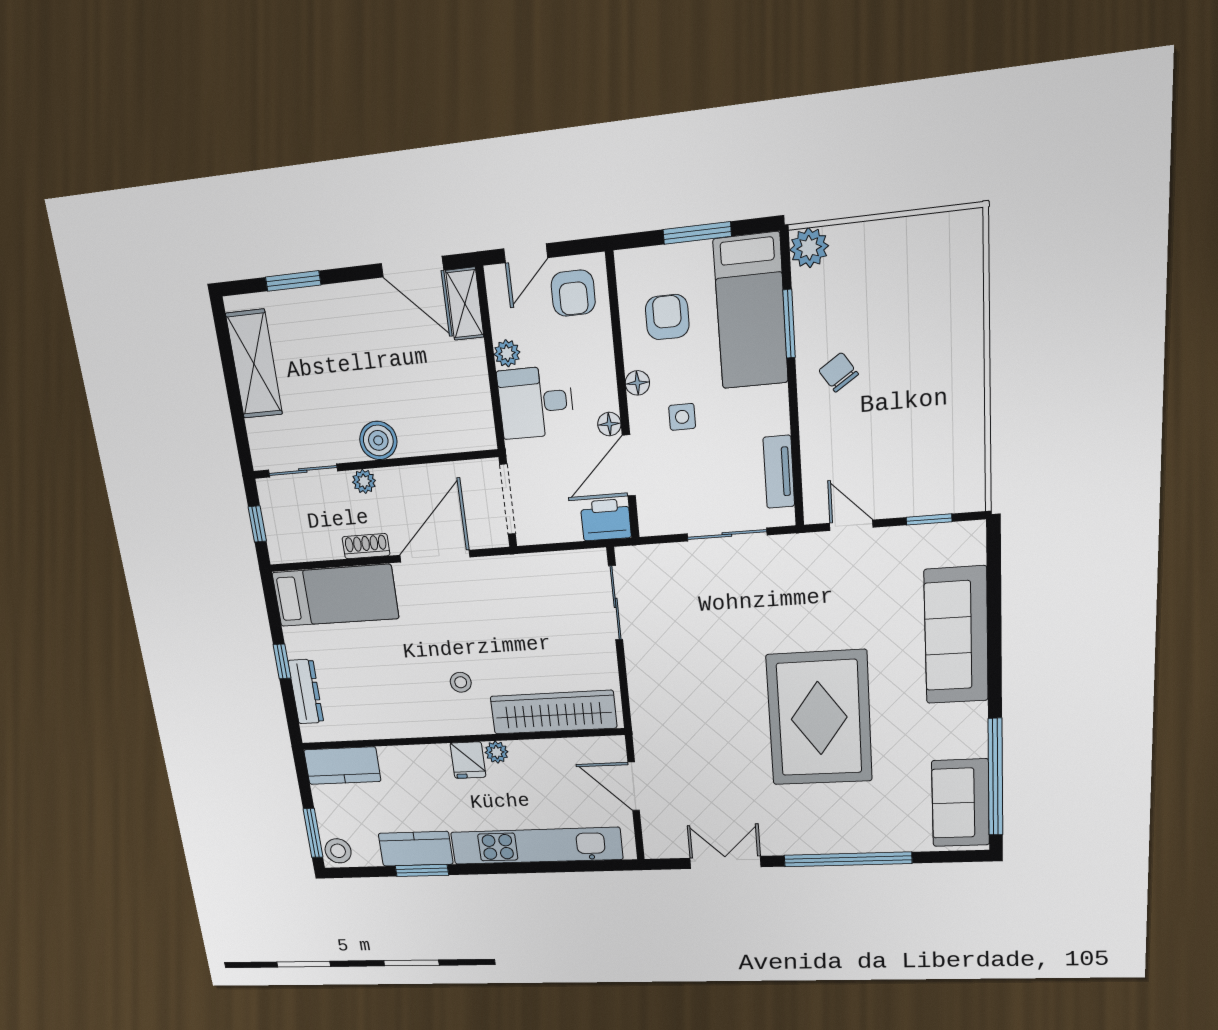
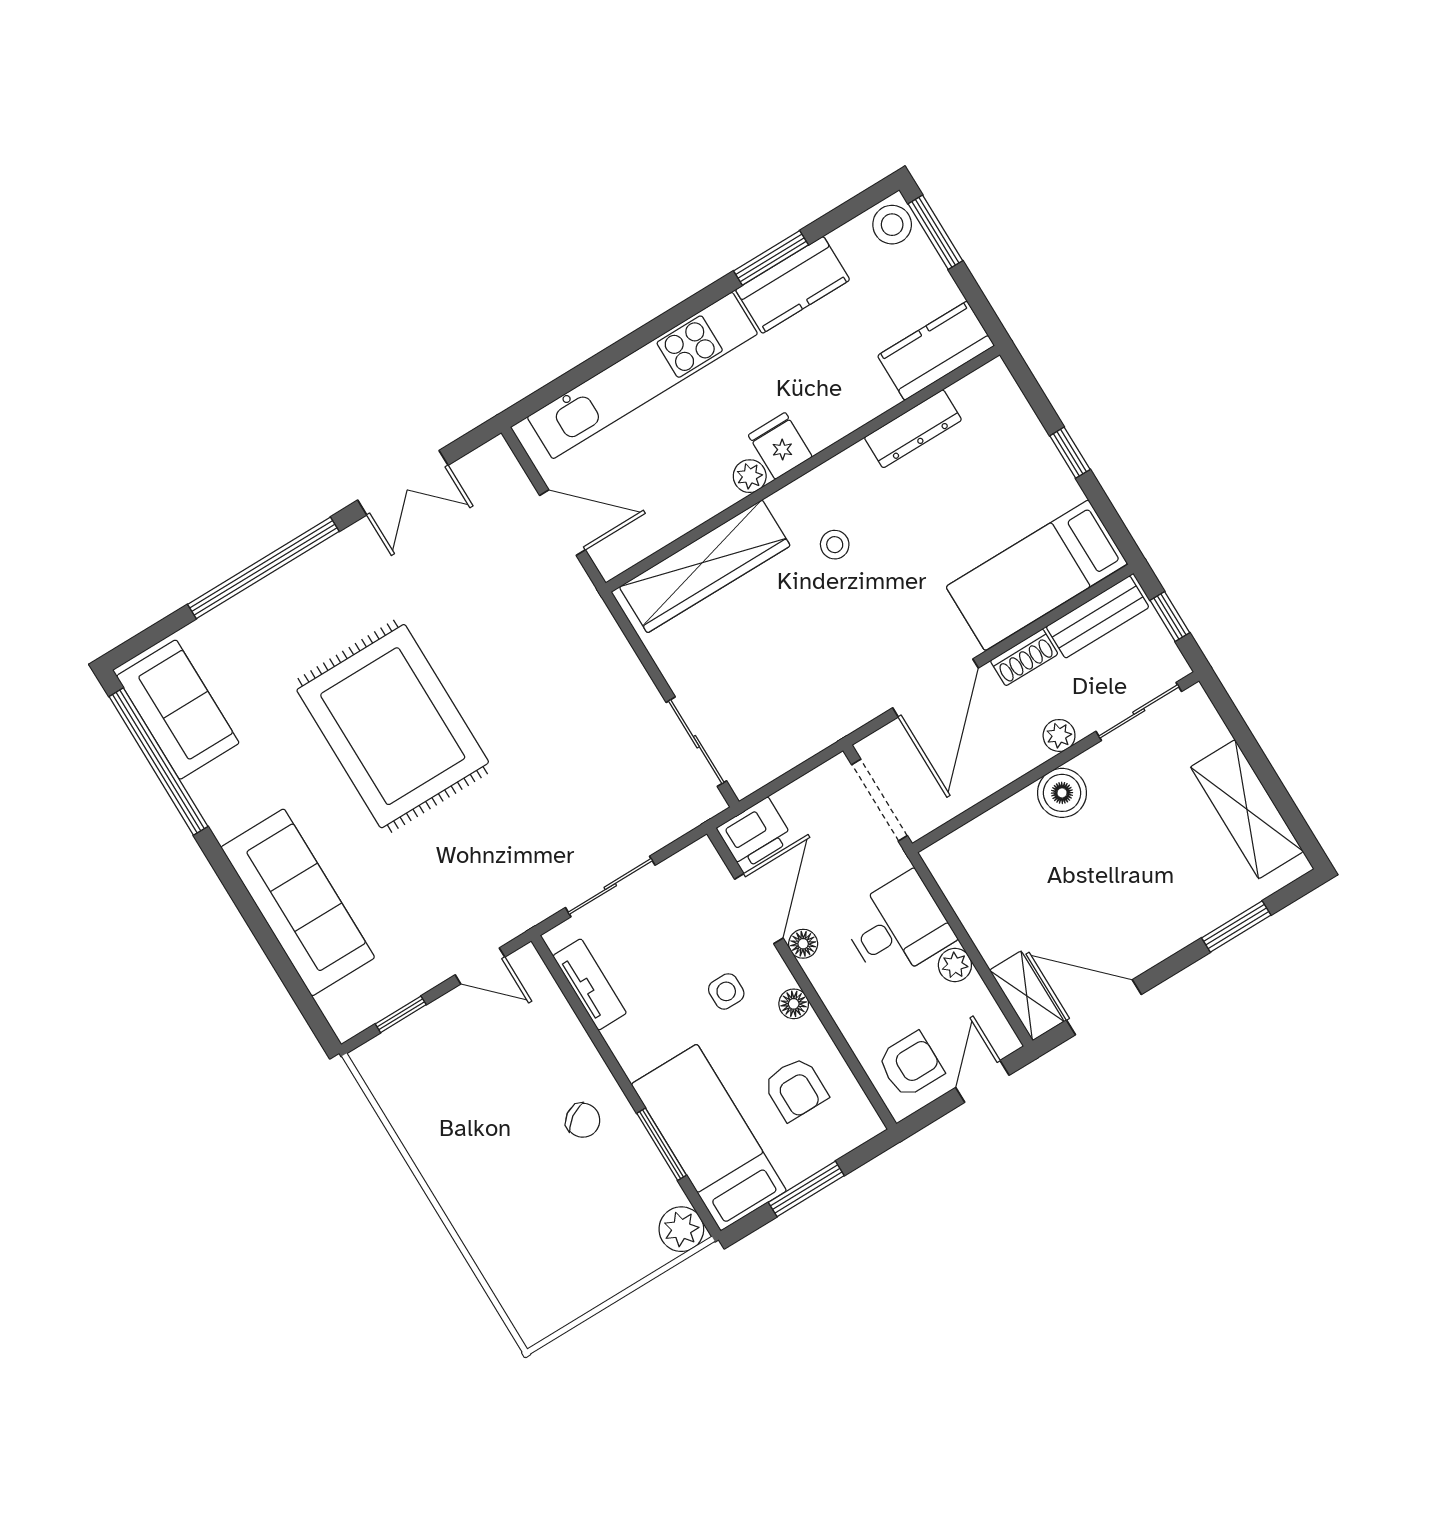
armchair: (573, 293) -> (911, 1065), turned 90
bench: (306, 548) -> (1097, 617), added
dresser: (306, 692) -> (913, 429), moved, turned -90

